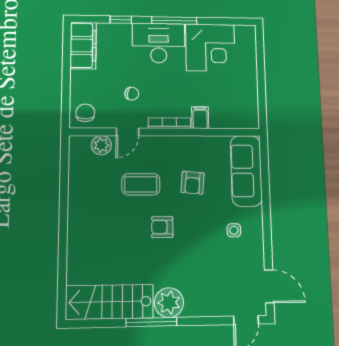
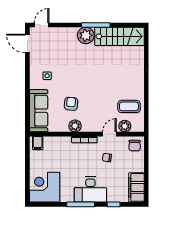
corner desk: (210, 48) -> (45, 187), moved
filing cabinet: (200, 118) -> (38, 143), moved
plant: (185, 146) -> (75, 126), added
coffee table: (141, 184) -> (129, 106), moved
armchair: (162, 227) -> (89, 78), removed

